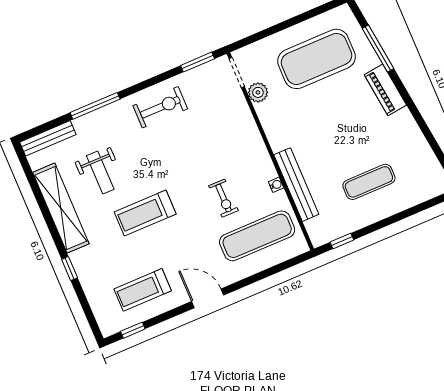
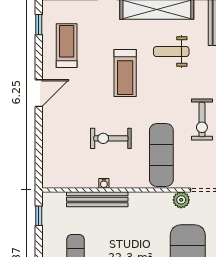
exercise bike: (223, 198) -> (111, 138), width x1.38, depth x1.39
treadmill: (145, 213) -> (125, 73), turned 180
exercise mat: (257, 236) -> (161, 155), moved

